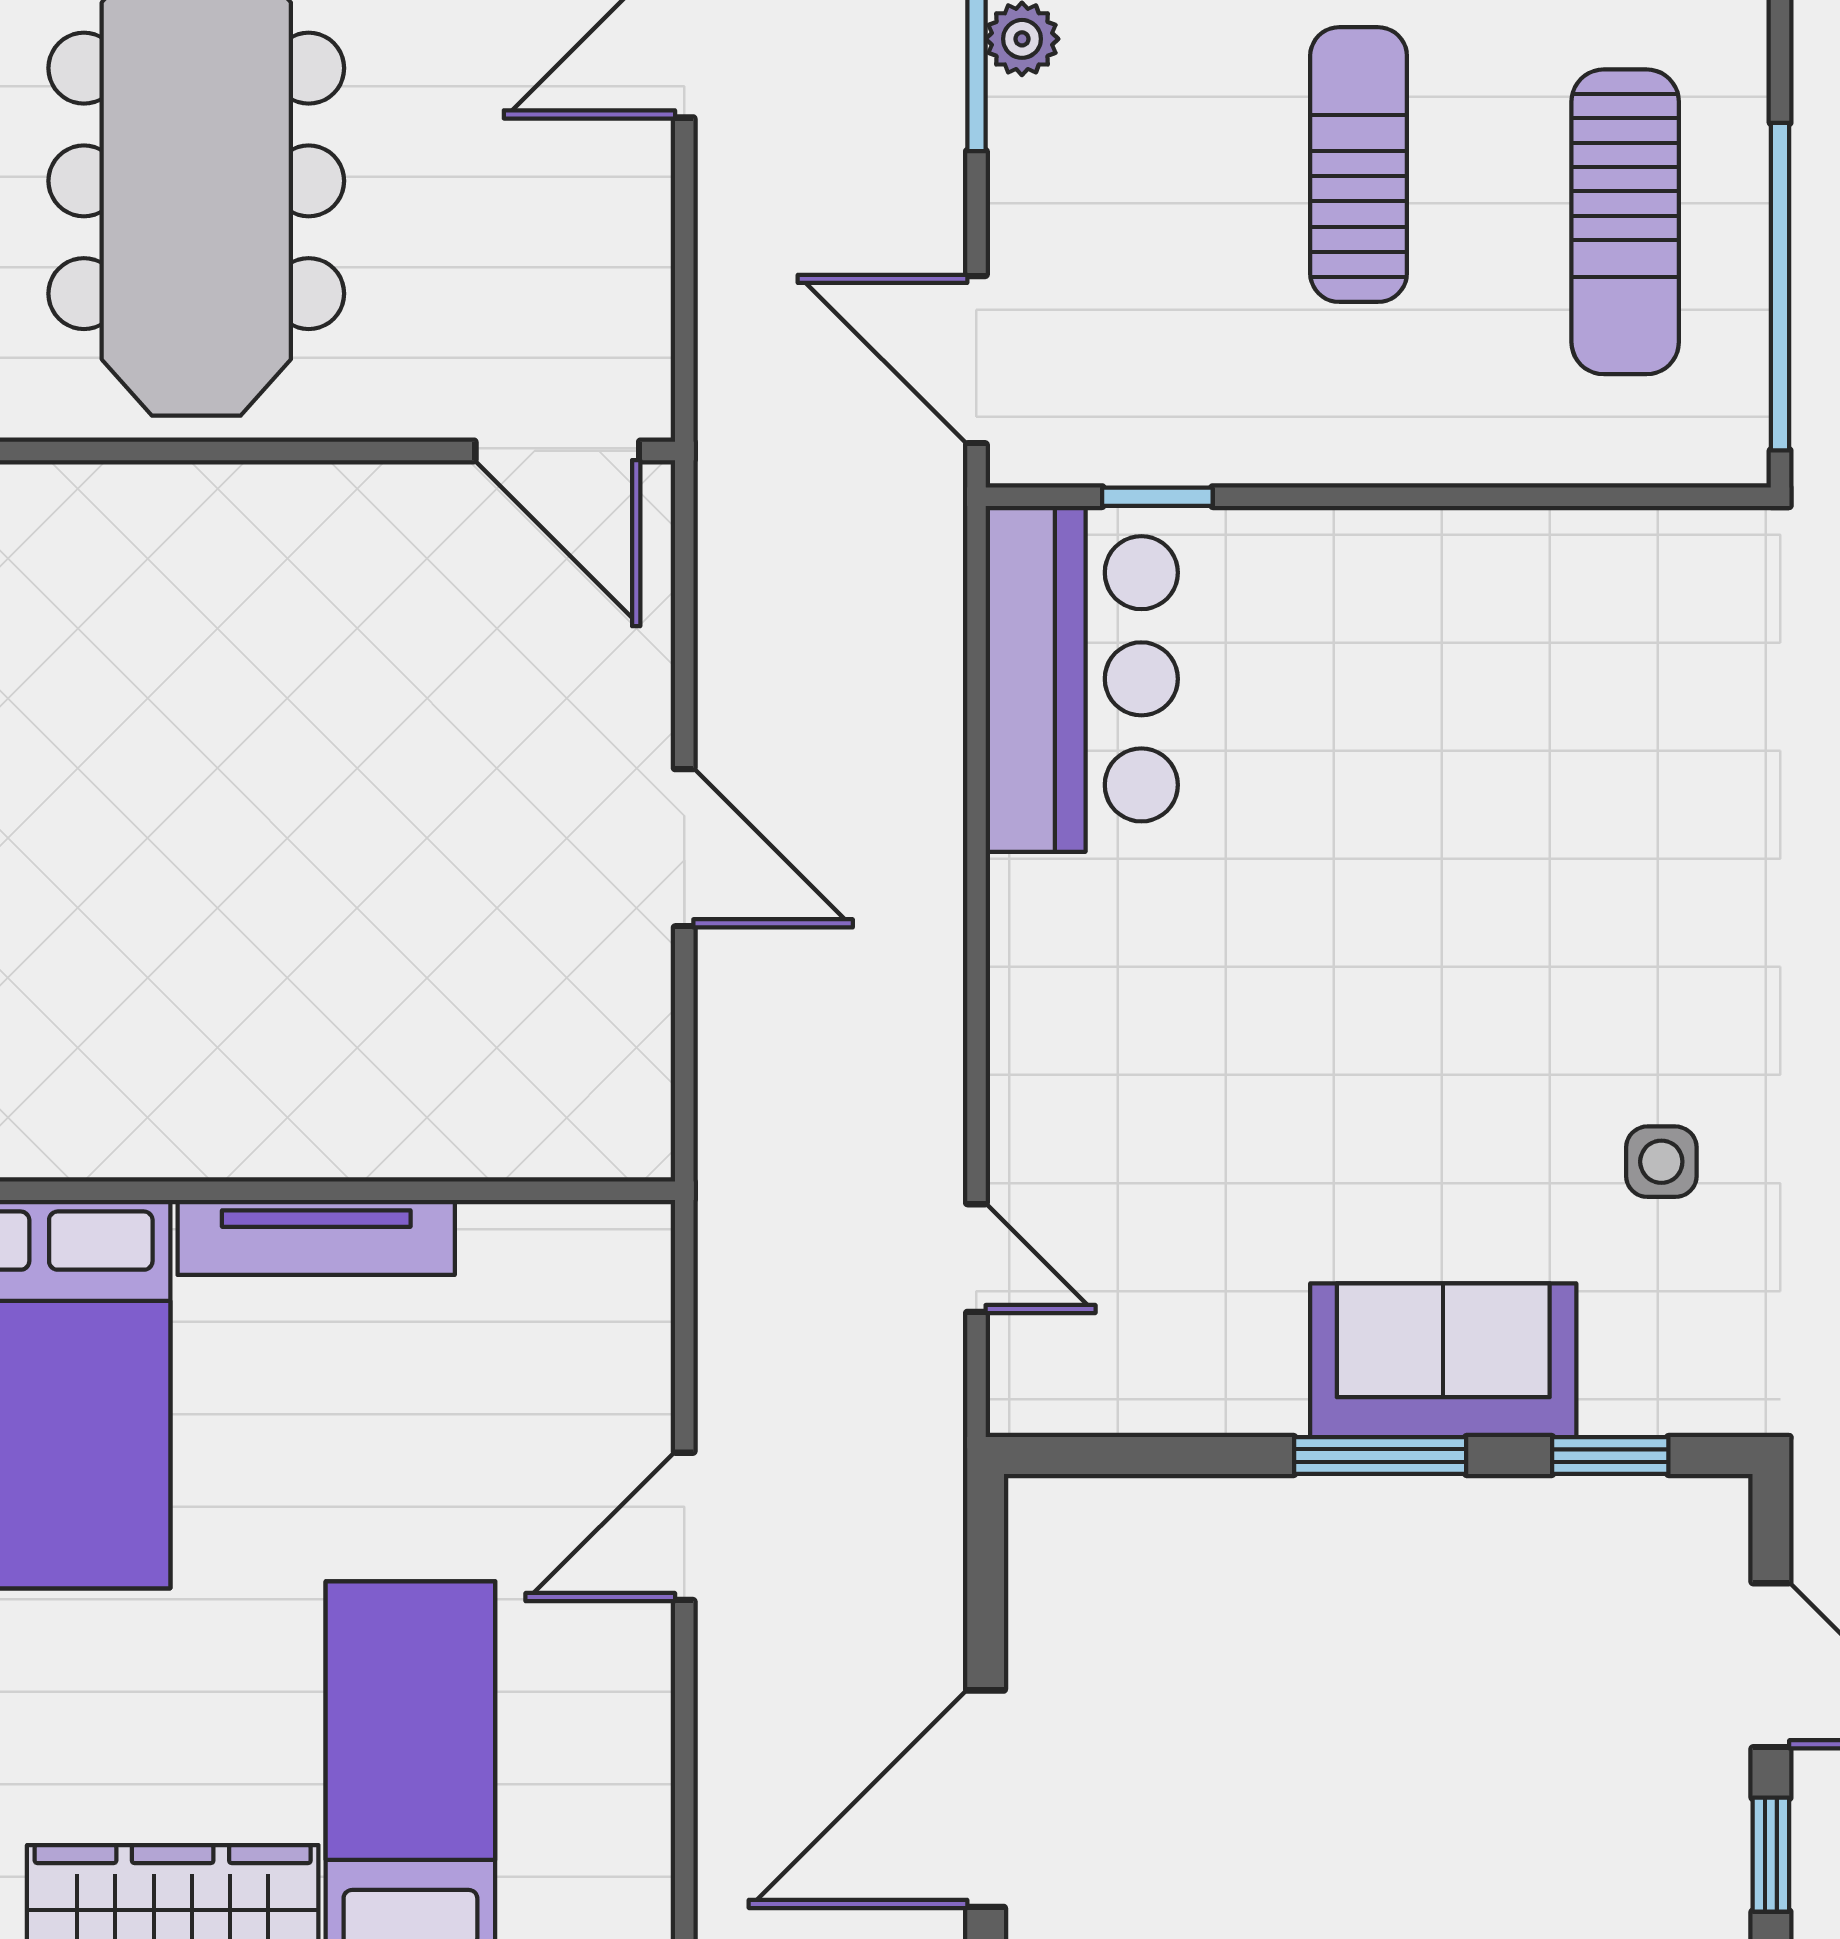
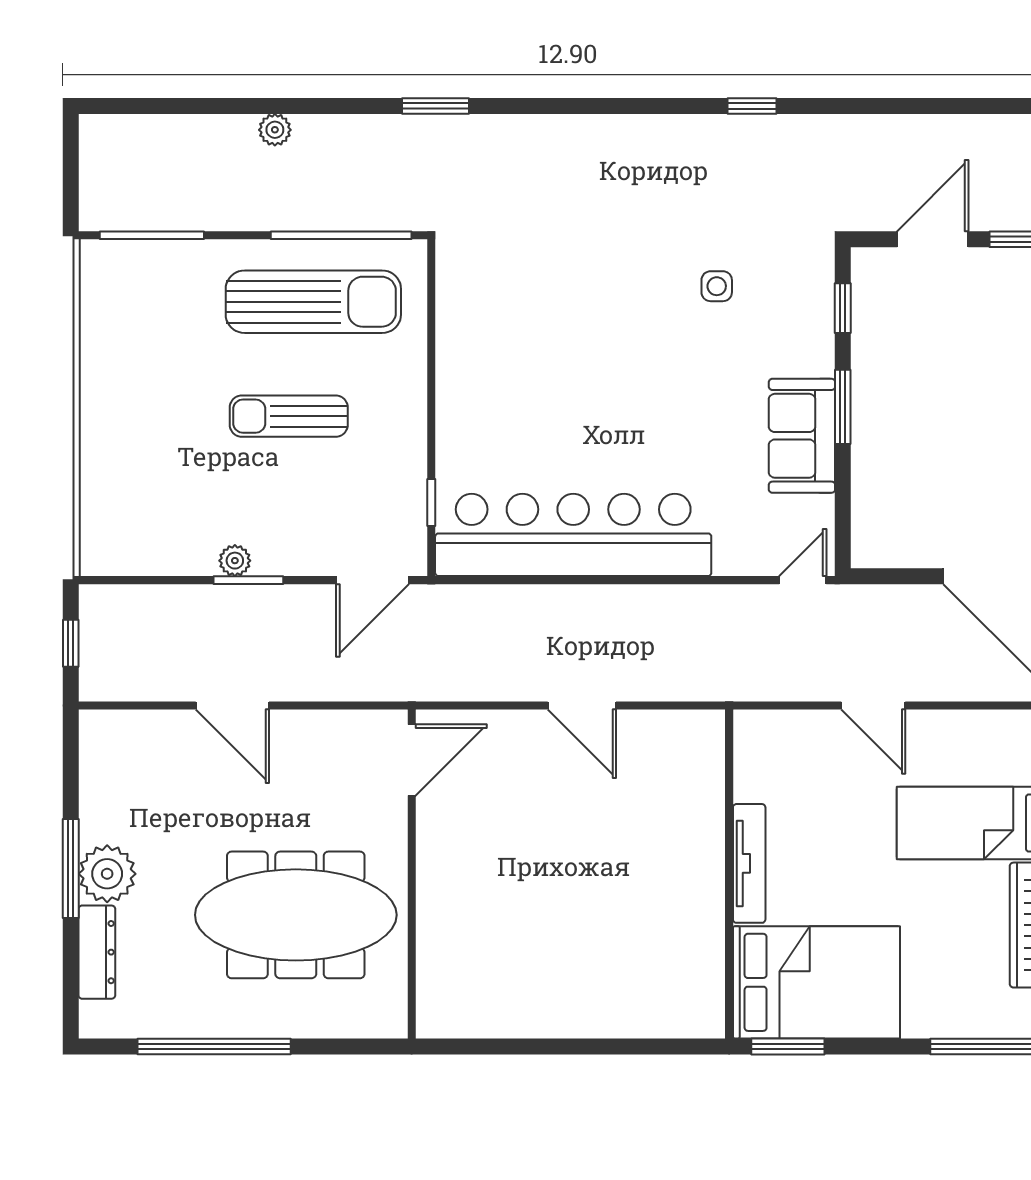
sun lounger: (1625, 222) -> (313, 302), width x1.36, depth x1.34
bar counter: (1082, 679) -> (573, 535), width x1.86
door: (684, 848) -> (582, 706), swing flipped
door: (976, 1258) -> (803, 580), moved
sofa: (1443, 1360) -> (802, 436), moved

